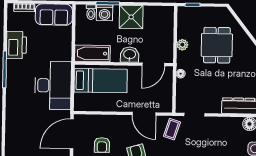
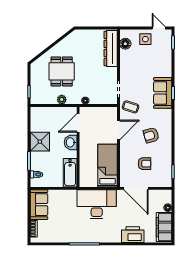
washing machine: (105, 13) -> (37, 163), removed
printer: (16, 45) -> (133, 235), moved
dining table: (217, 45) -> (62, 71), turned 90
door: (153, 64) -> (78, 123), swing flipped
bed: (101, 81) -> (107, 166), moved

